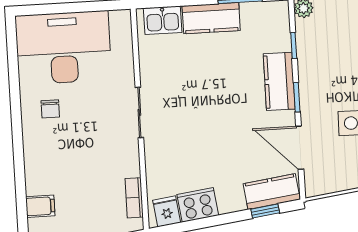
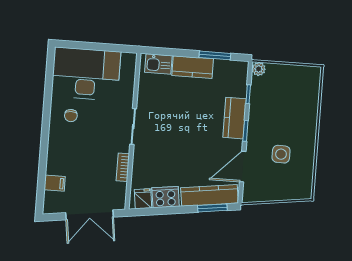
door: (300, 148) -> (243, 167), hinge flipped
kitchen counter: (272, 192) -> (209, 195), width x1.50
bookcase: (134, 198) -> (123, 167), moved
window: (265, 211) -> (212, 208), width x1.50

